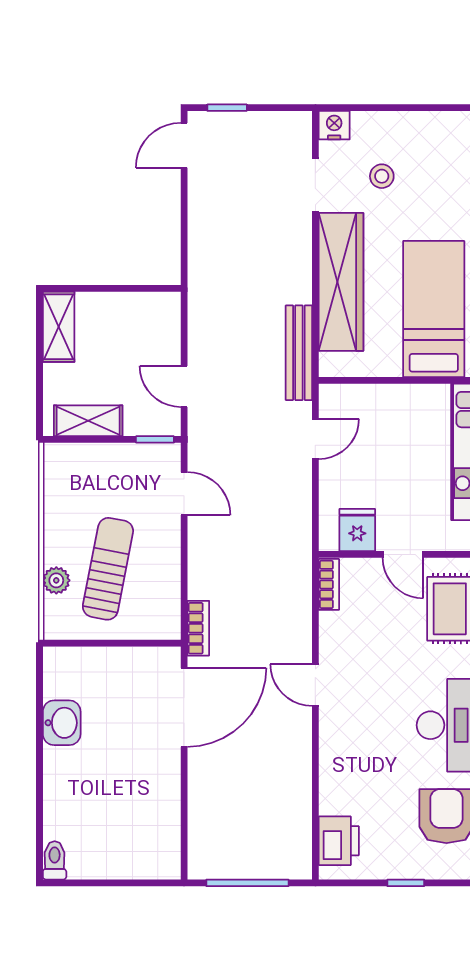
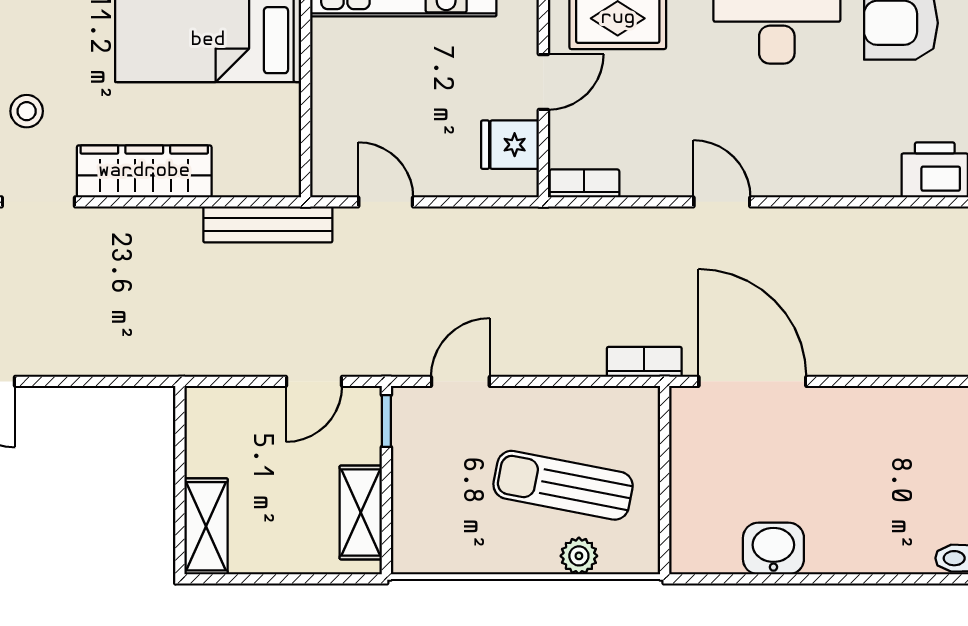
wardrobe: (341, 282) -> (144, 171), width x0.71, depth x0.85
shelving: (59, 327) -> (206, 526), moved, turned 90
door: (315, 685) -> (722, 202), swing flipped

